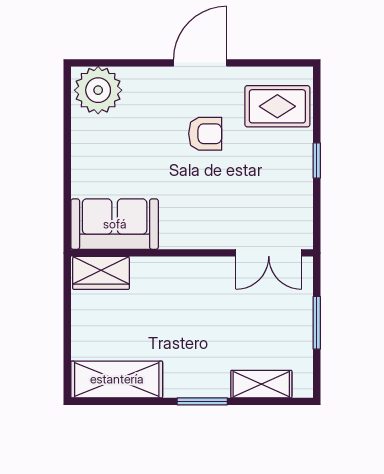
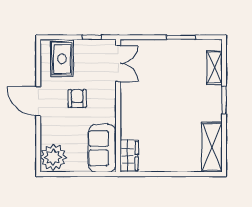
sofa: (115, 224) -> (102, 148), moved
wall: (192, 253) -> (118, 106), moved
double door: (269, 253) -> (118, 64), moved
wardrobe: (101, 273) -> (129, 156), moved

